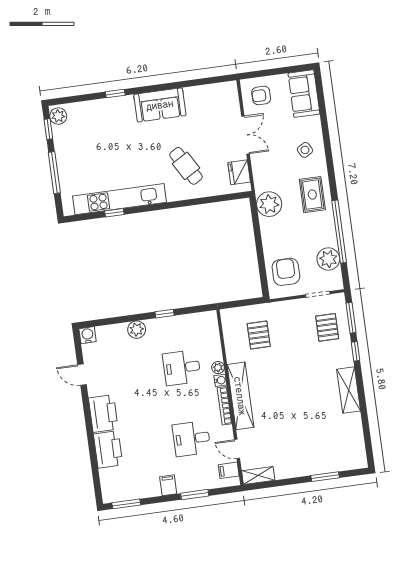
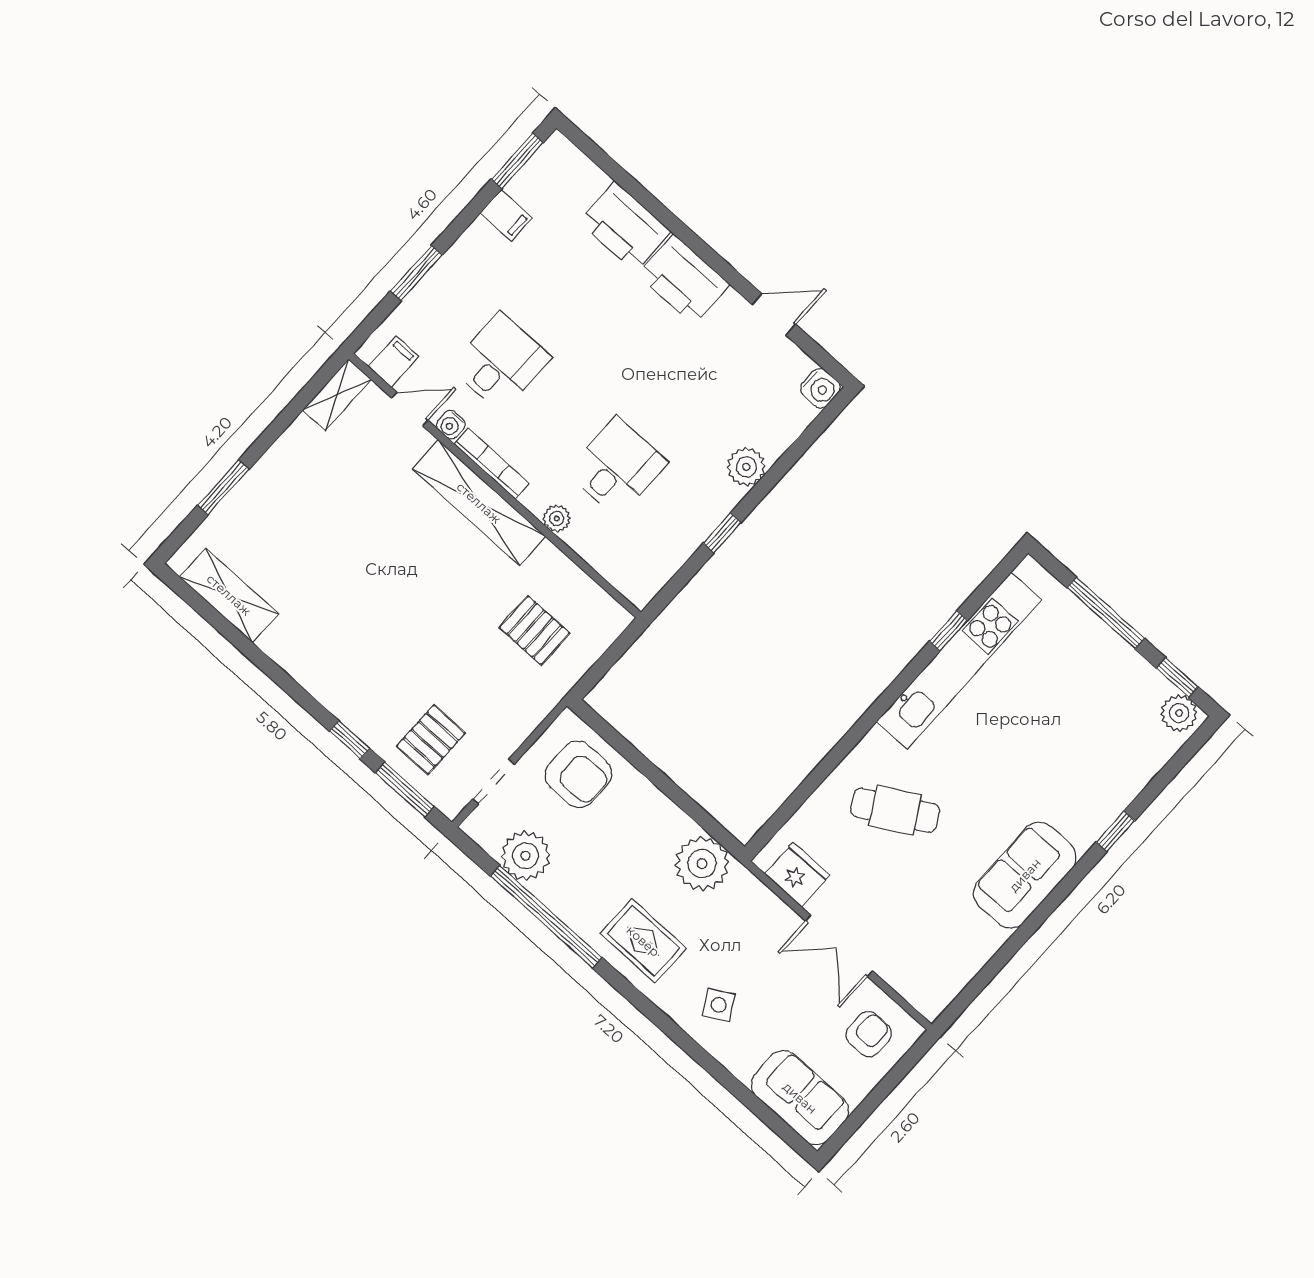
pallet: (327, 327) -> (431, 740), turned 90
water cooler: (220, 380) -> (451, 425), moved
shelving: (349, 390) -> (229, 595), moved
filing cabinet: (168, 485) -> (506, 215), moved

